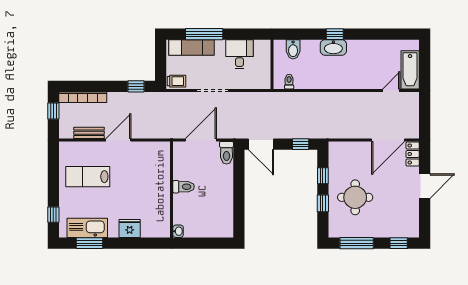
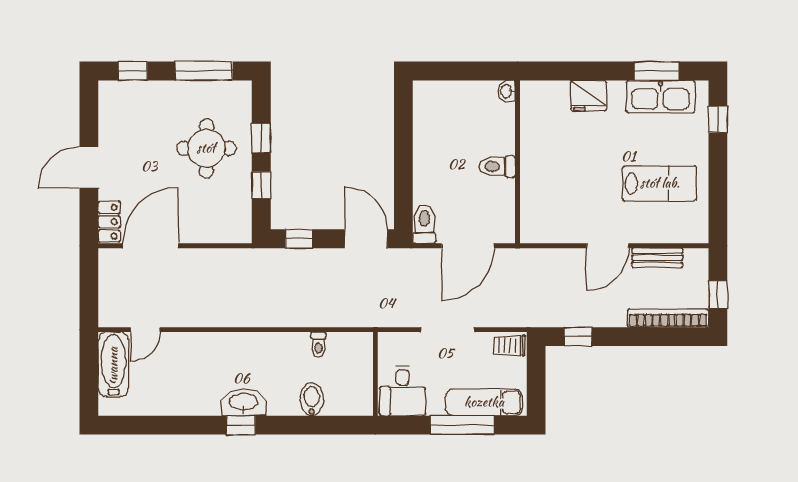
wall: (272, 64) -> (375, 374), moved

